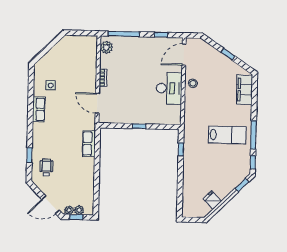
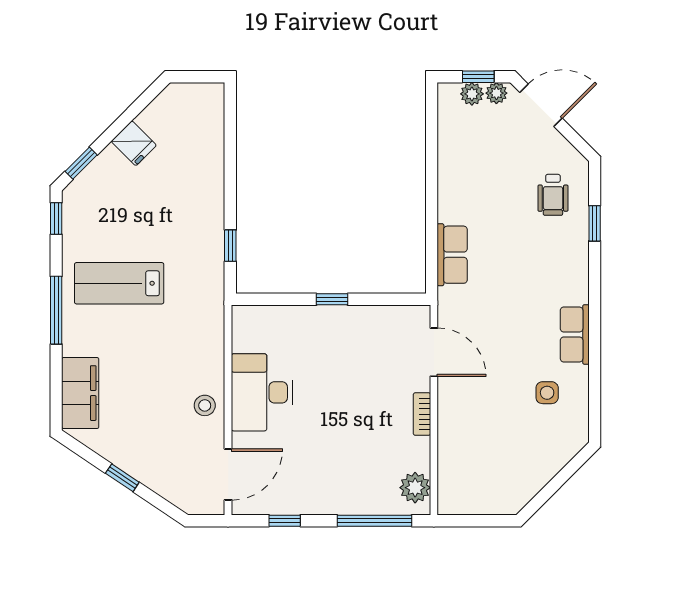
window: (253, 135) -> (56, 310), moved
fridge: (212, 200) -> (134, 143), moved

